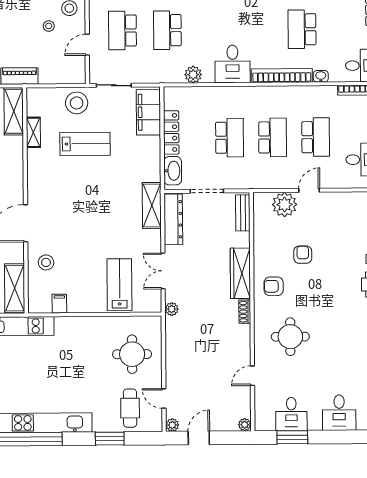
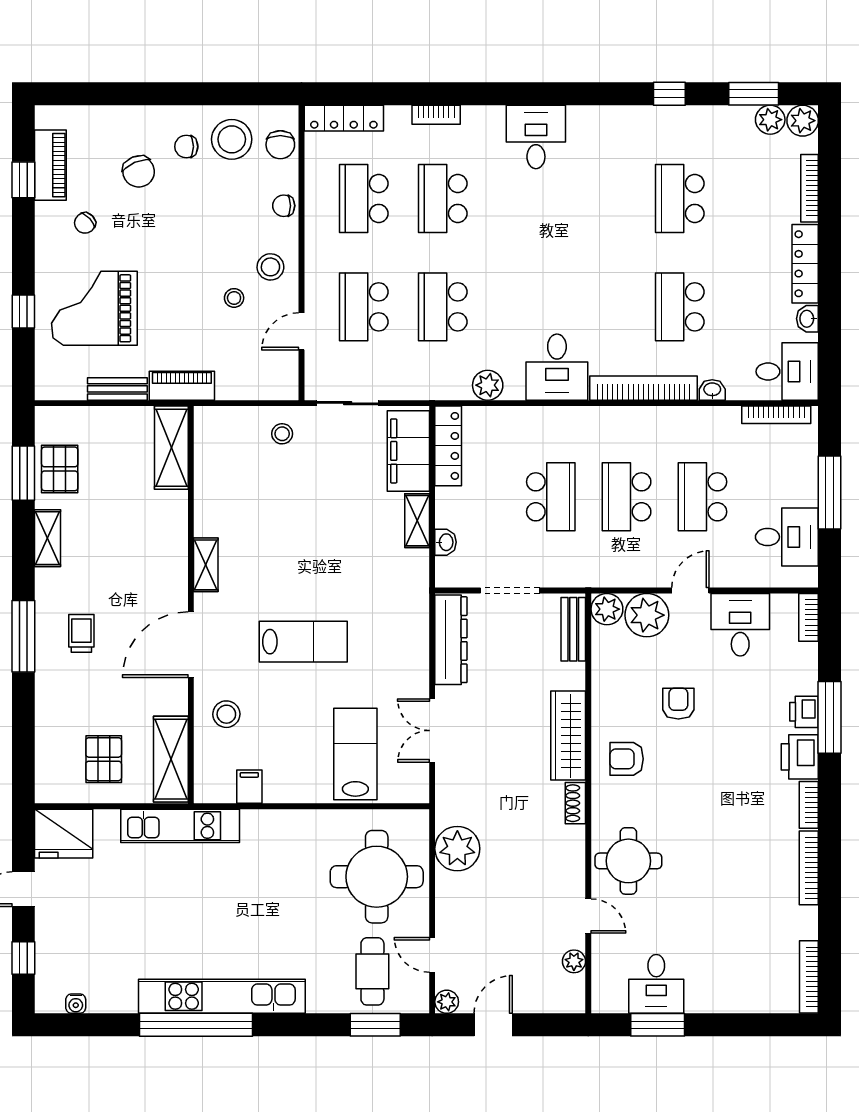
stool: (77, 103) -> (282, 434), width x0.53, depth x0.53
shelving: (33, 132) -> (206, 565), moved
locker: (171, 132) -> (448, 446), moved
school desk: (273, 137) -> (627, 497), turned 180
school desk: (316, 137) -> (702, 497), turned 180
lab bench: (85, 144) -> (303, 642), moved
washbasin: (173, 171) -> (446, 542), width x0.52, depth x0.69
plant: (262, 201) -> (607, 609), added
shelving: (152, 205) -> (417, 521), moved, width x0.67, depth x0.75
plant: (172, 309) -> (457, 849), moved, width x1.87, depth x1.87
round table: (290, 337) -> (628, 861), moved
round table: (132, 354) -> (377, 877), width x1.36, depth x1.36
door: (252, 376) -> (588, 916), swing flipped
desk: (339, 413) -> (740, 625), moved, turned 180
plant: (245, 425) -> (574, 961), moved
window: (110, 439) -> (375, 1025), moved

